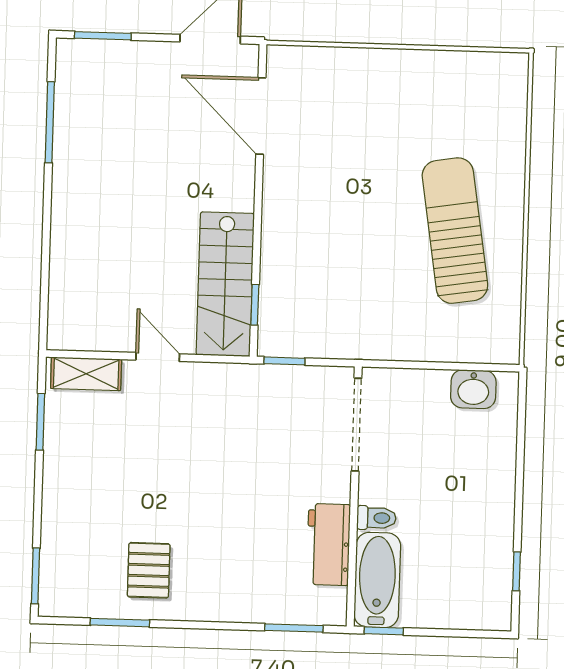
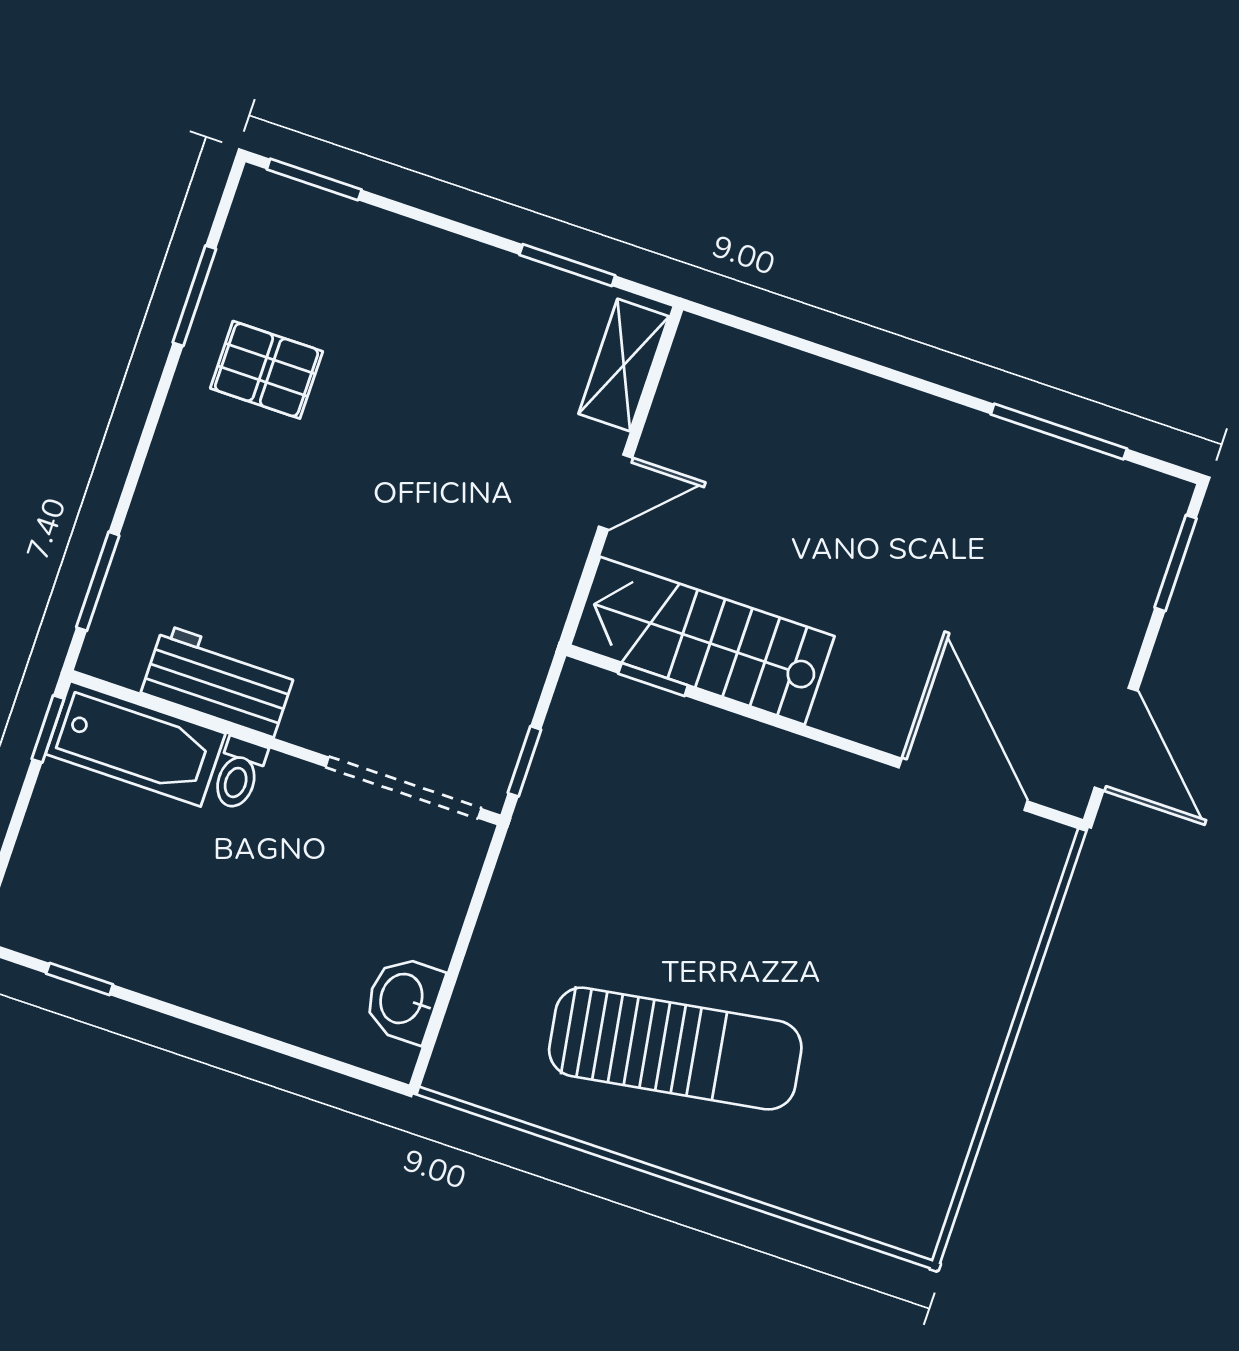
door: (261, 116) -> (963, 784), hinge flipped
window: (284, 361) -> (524, 761), moved

